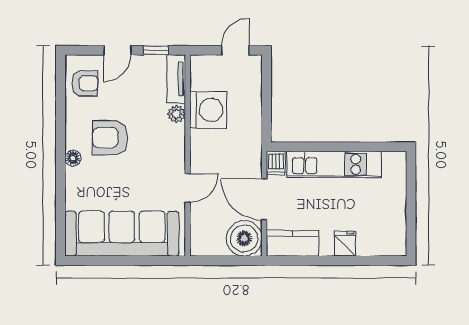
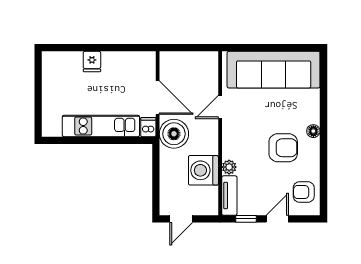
boiler: (244, 238) -> (174, 134), moved
kitchen counter: (293, 243) -> (135, 62), removed

